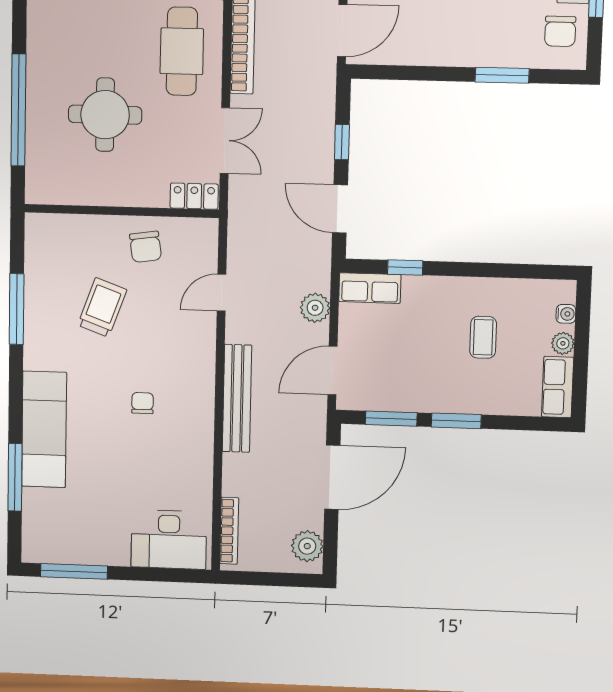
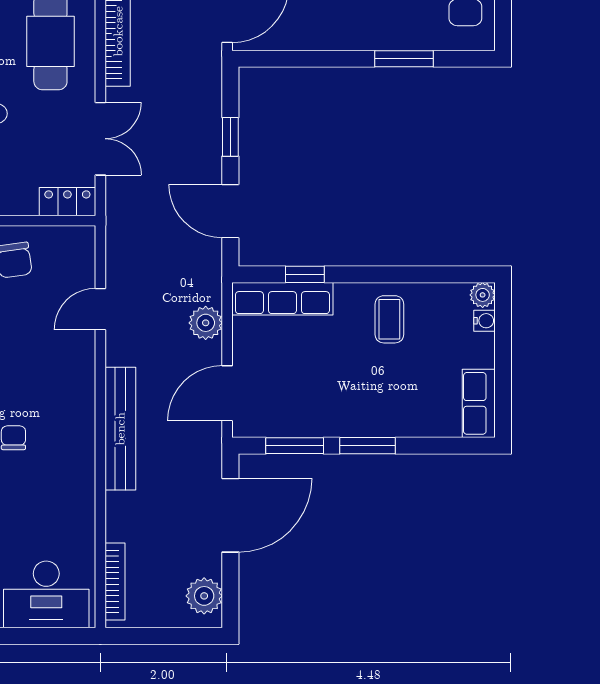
row of seats: (370, 288) -> (282, 299), width x1.48
coffee table: (483, 337) -> (389, 319), moved
plant: (563, 343) -> (483, 295), moved

